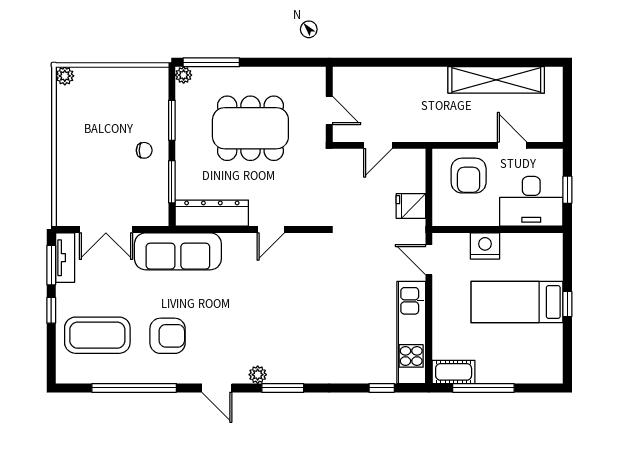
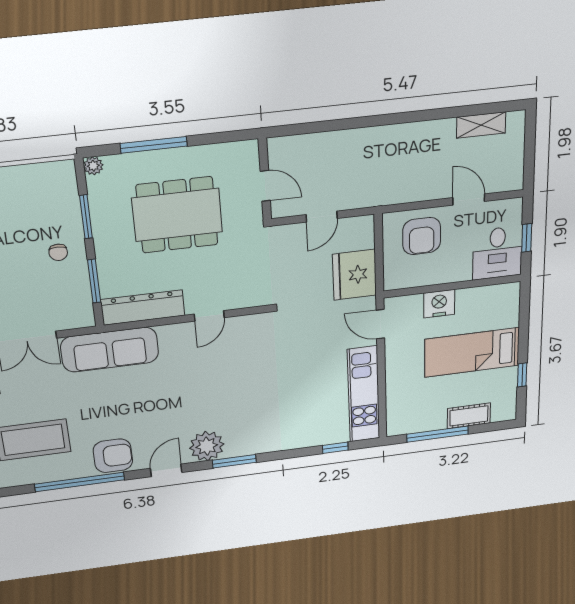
window: (211, 62) -> (154, 145), moved
shelving: (496, 80) -> (481, 125), width x0.45, depth x0.75
chair: (144, 150) -> (58, 252), turned 90
desk: (531, 201) -> (497, 253), width x0.73
fridge: (411, 206) -> (355, 275), width x1.88, depth x1.34
window: (567, 304) -> (522, 375), moved
armchair: (168, 336) -> (113, 456), moved
cot: (454, 372) -> (469, 416), moved
plant: (258, 375) -> (207, 446), width x1.88, depth x1.88
door: (217, 388) -> (166, 470), swing flipped

